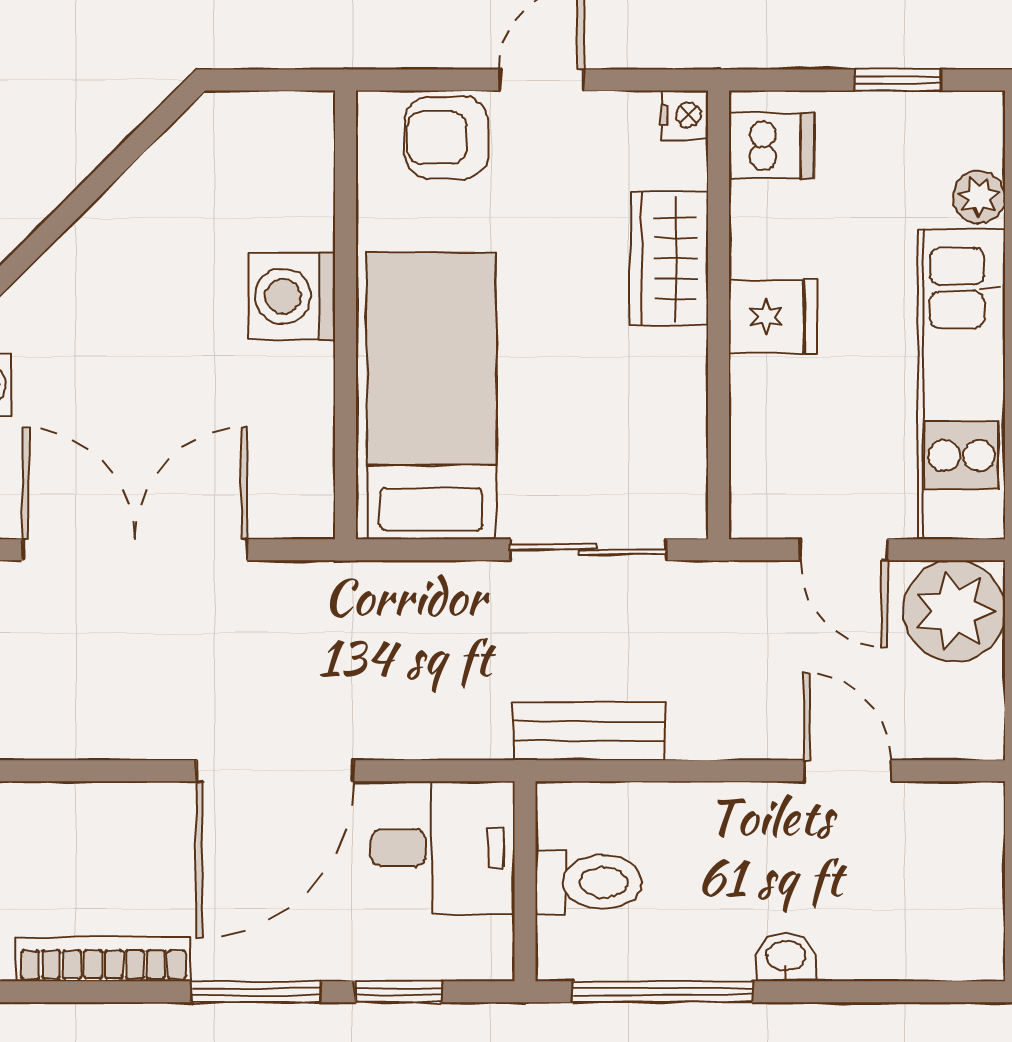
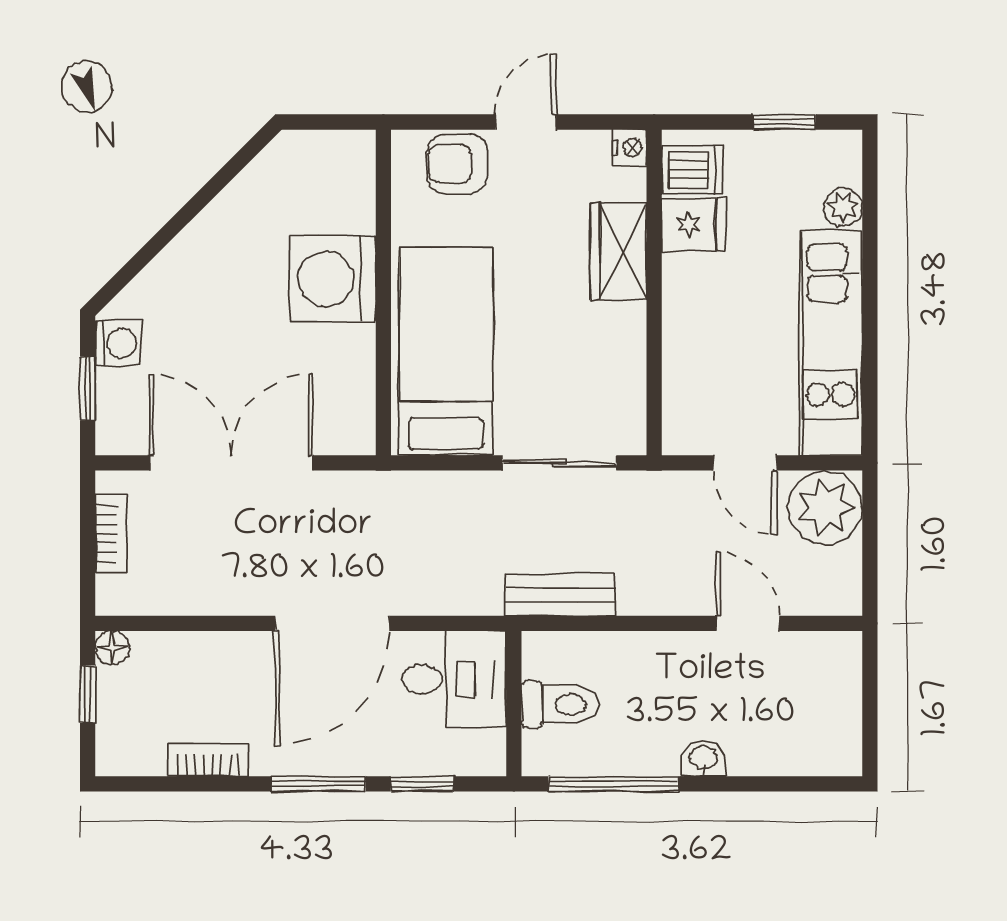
washing machine: (292, 296) -> (333, 279), width x1.37, depth x1.37
fridge: (773, 317) -> (694, 225), moved
bookcase: (103, 959) -> (208, 760), width x0.64

